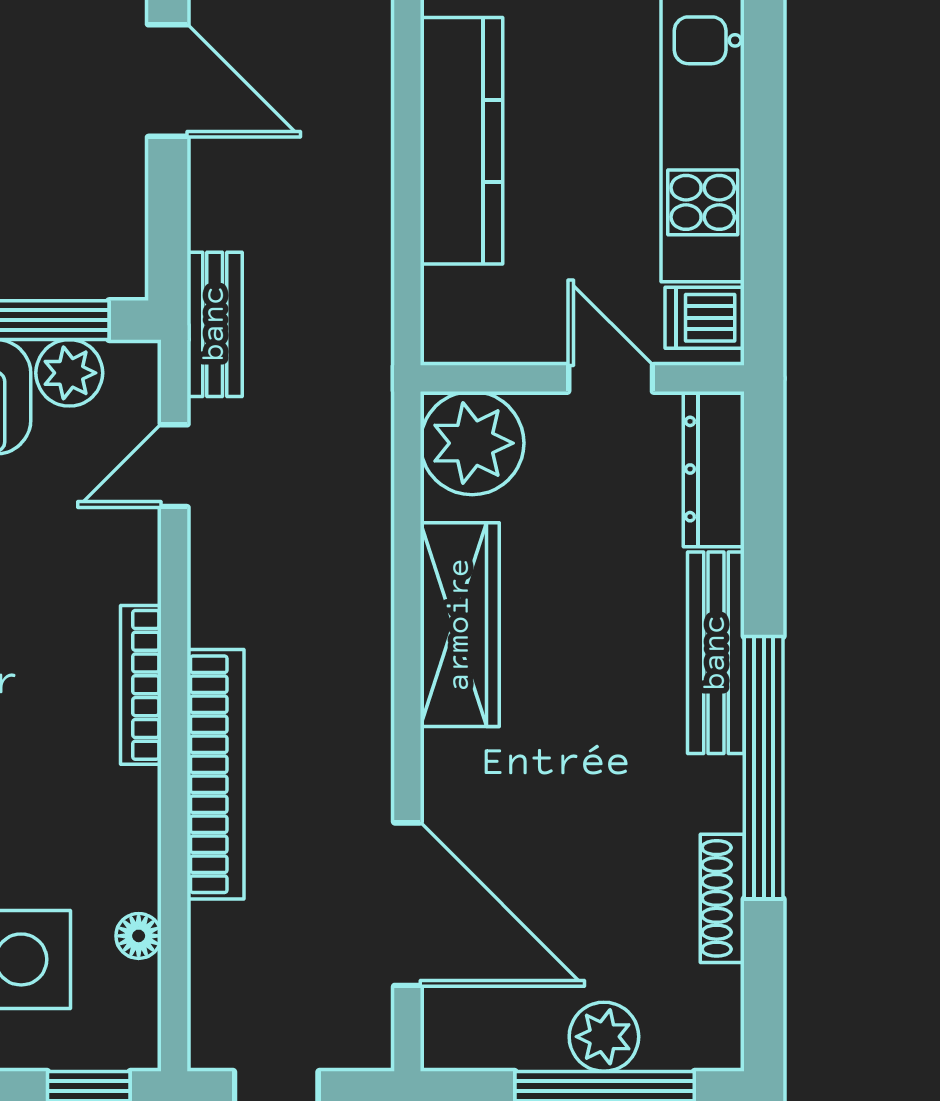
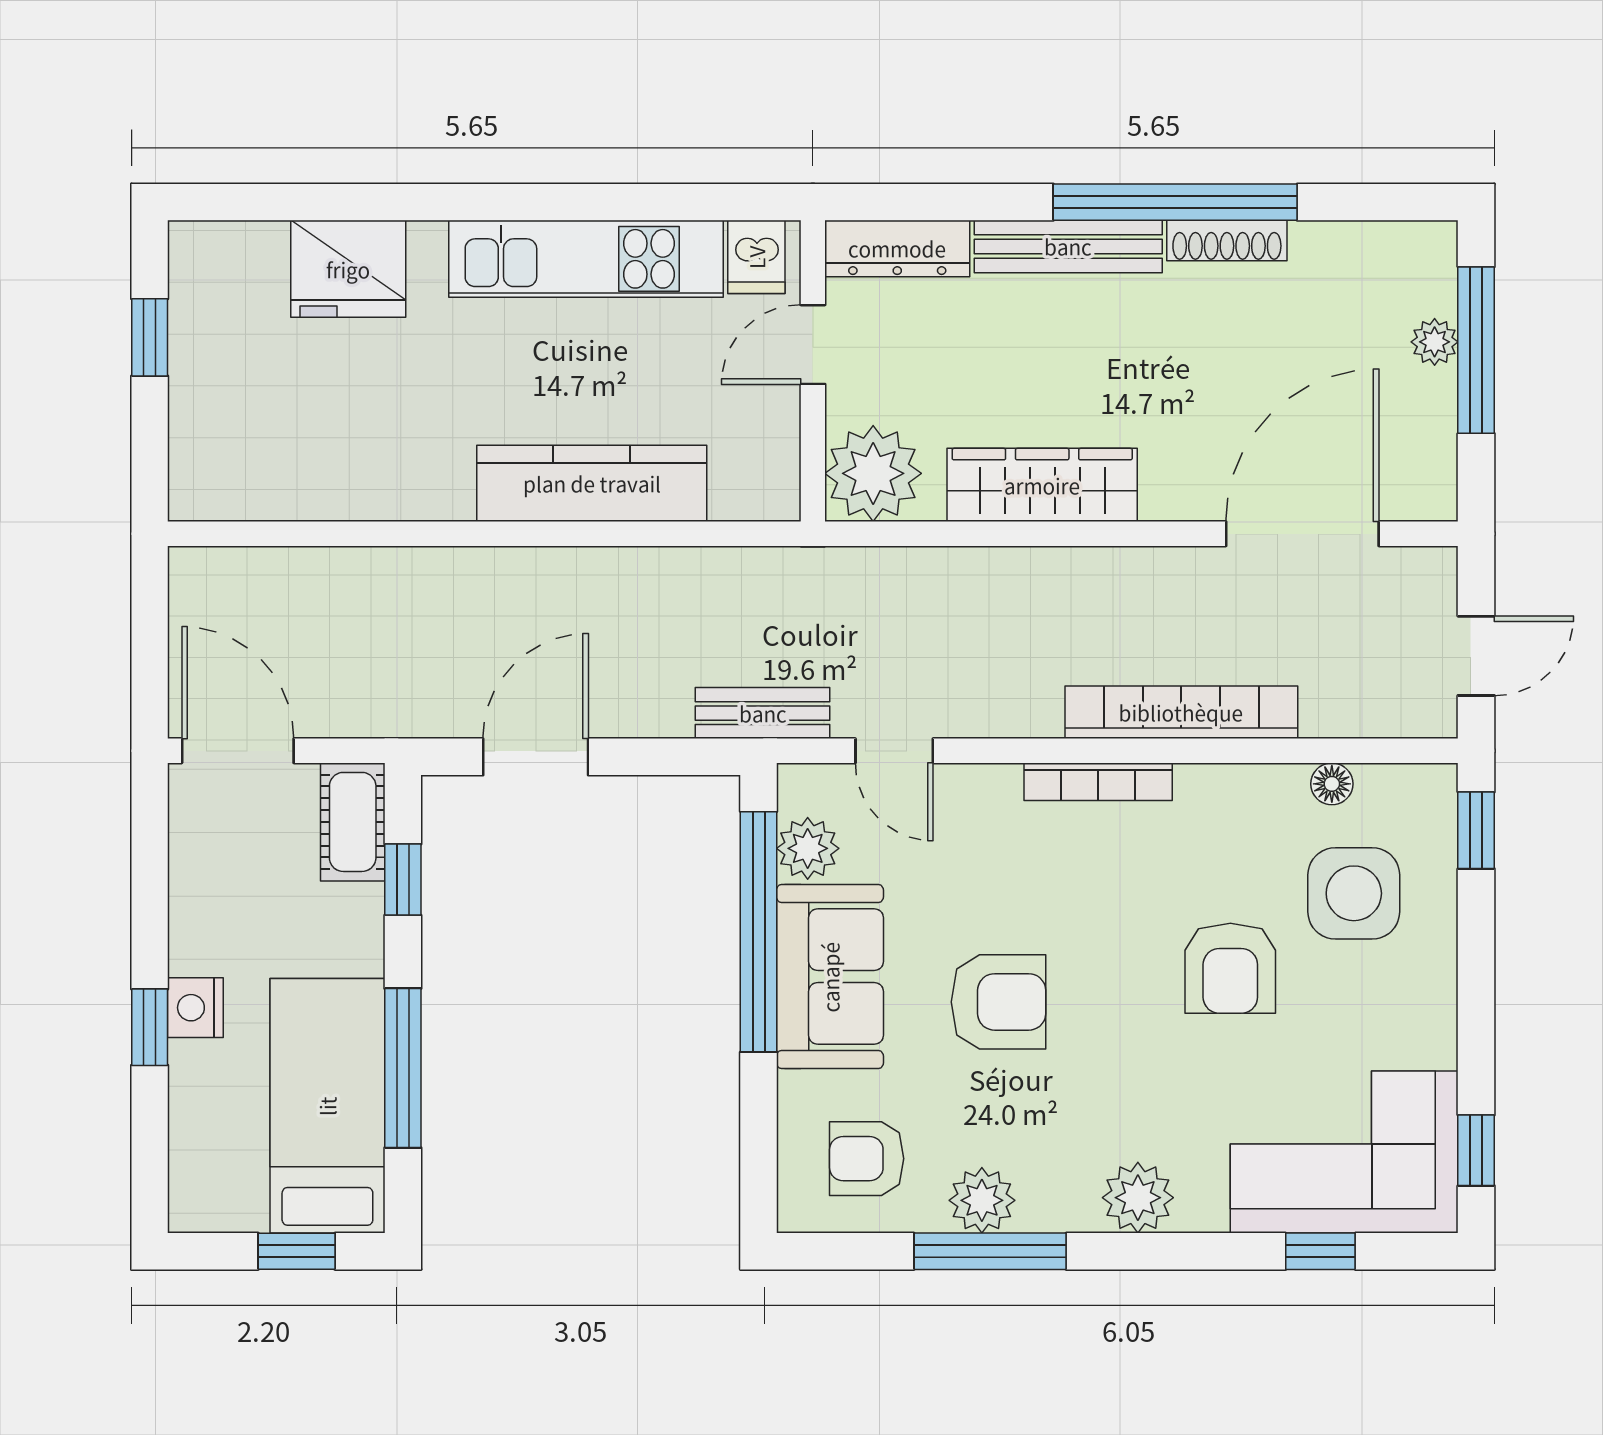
shoe rack: (722, 898) -> (1227, 241), moved
plant: (604, 1037) -> (1435, 342), width x0.73, depth x0.73

